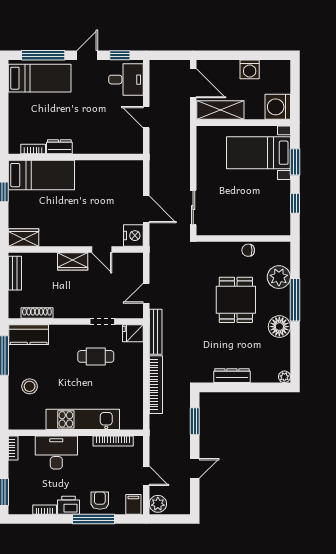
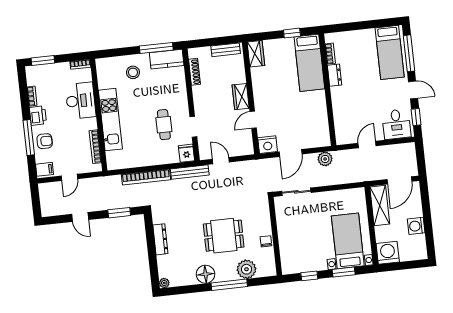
kitchen counter: (29, 335) -> (167, 59), moved, turned -90
plant: (158, 504) -> (325, 159), moved

